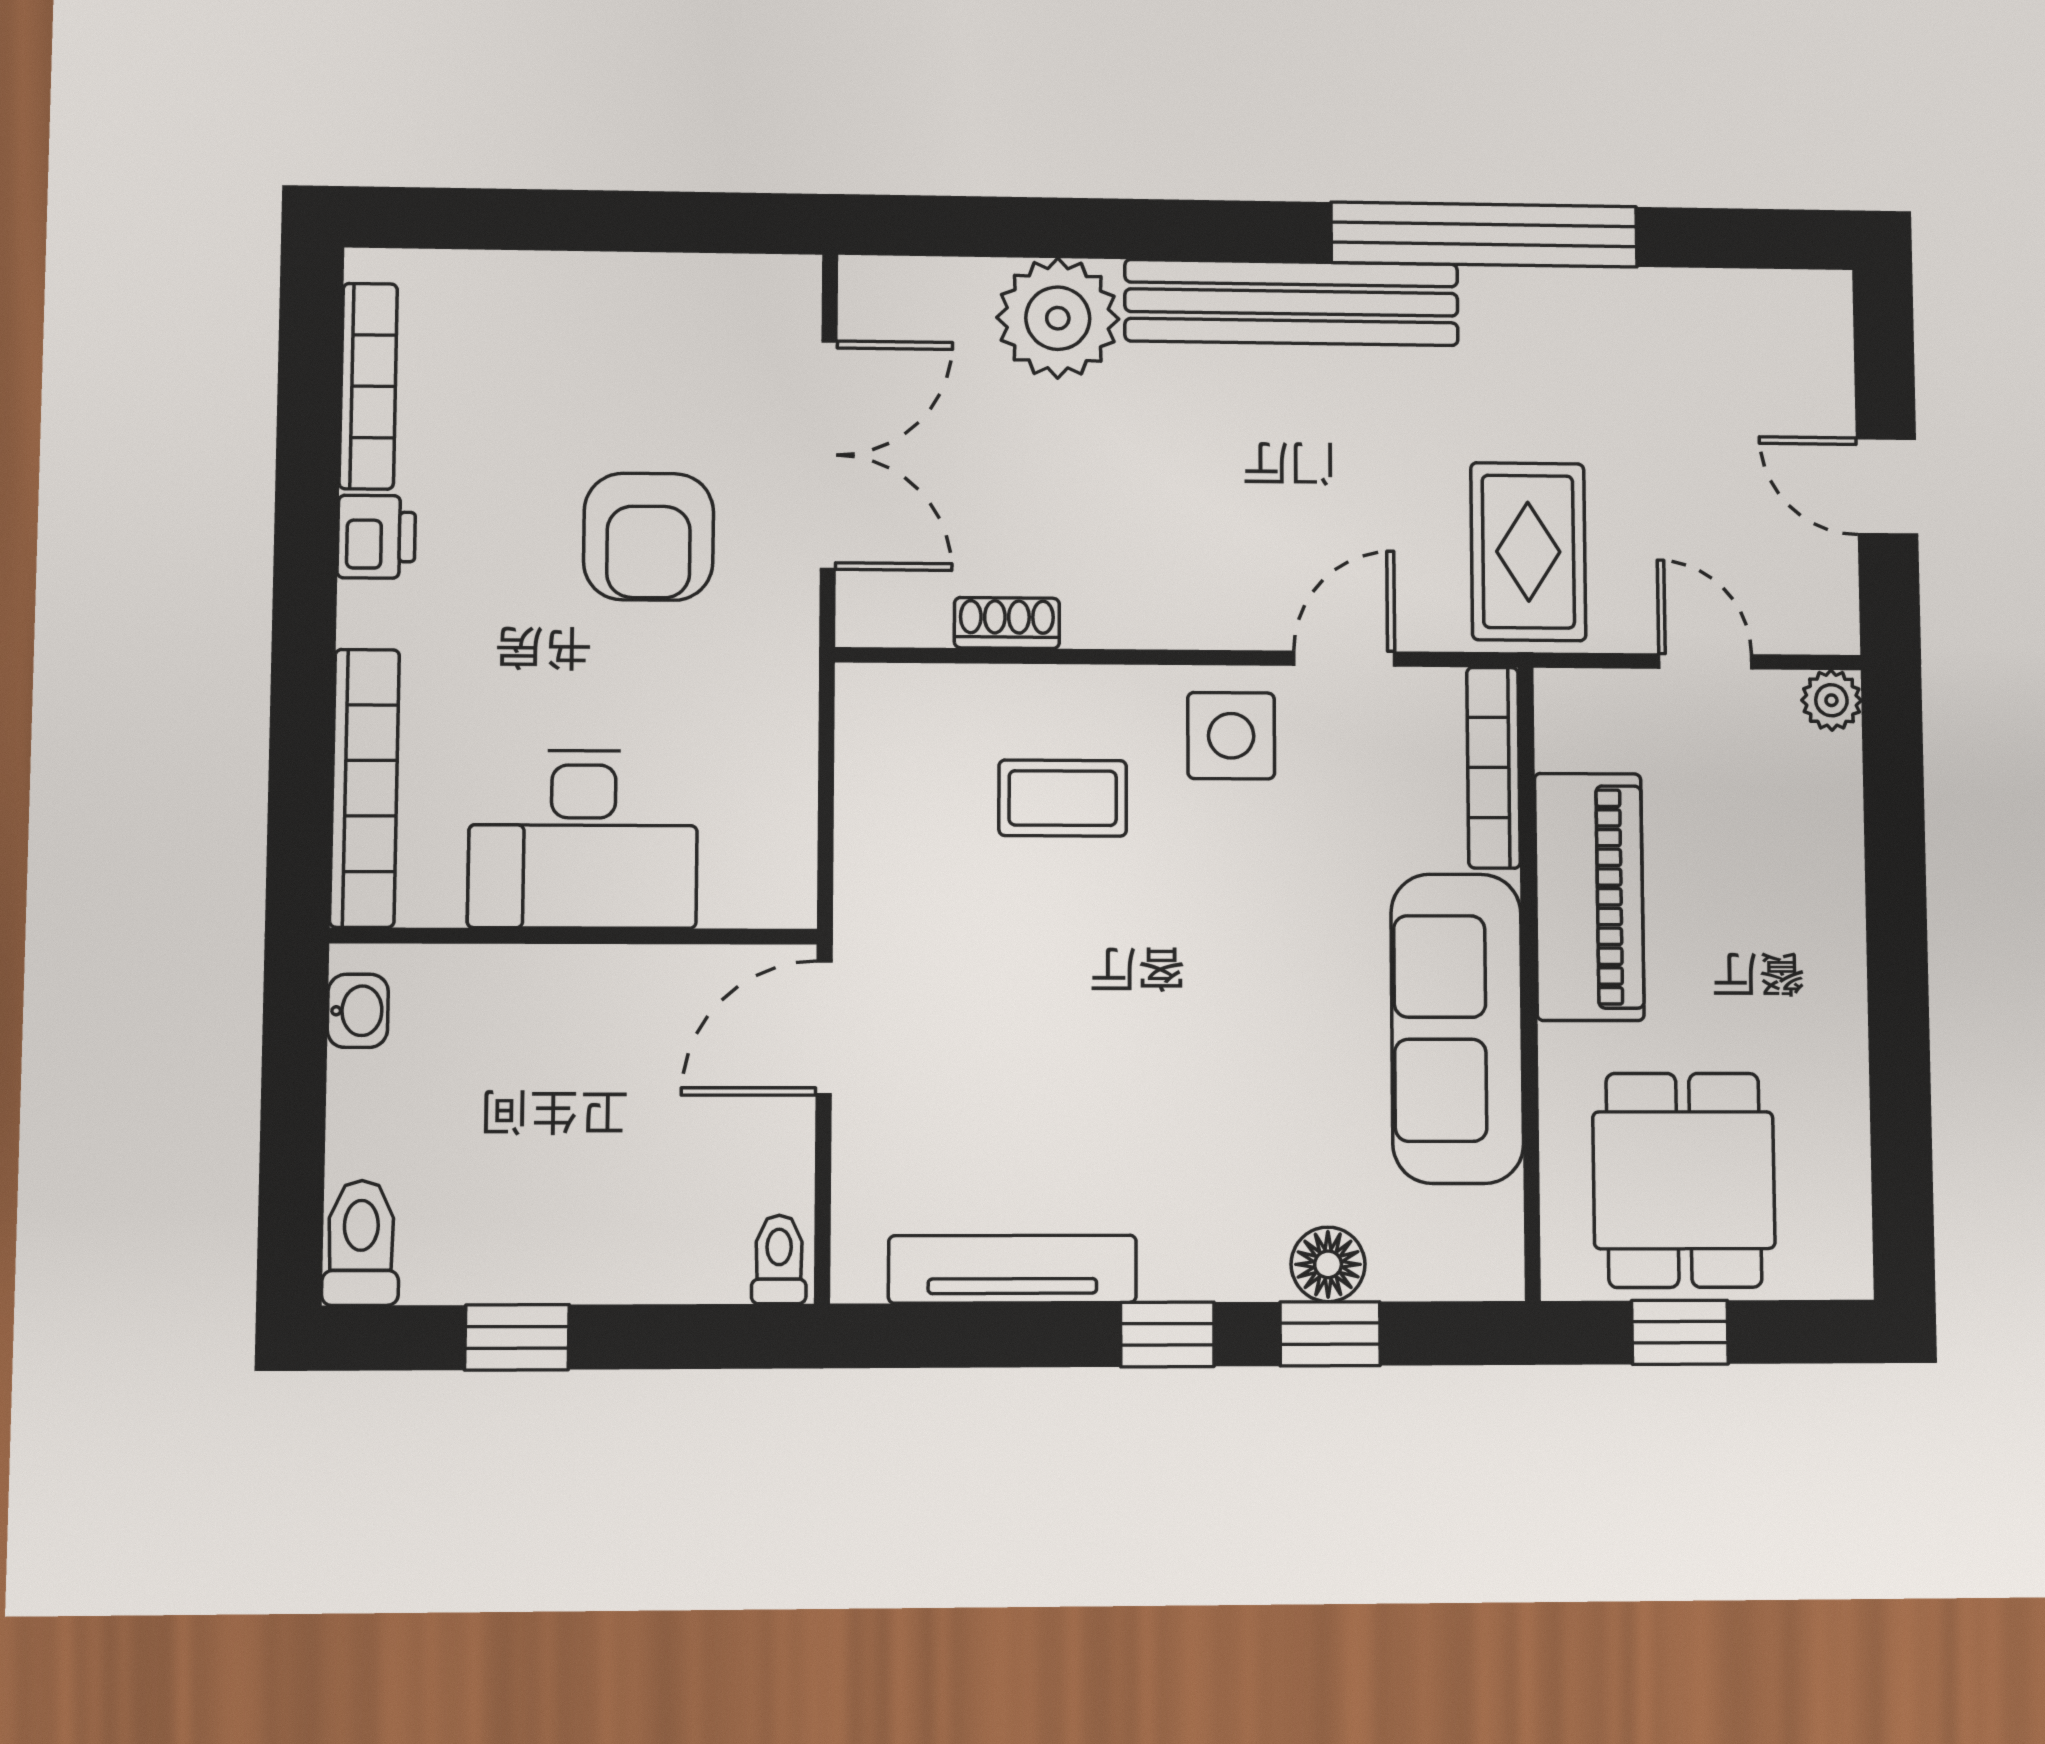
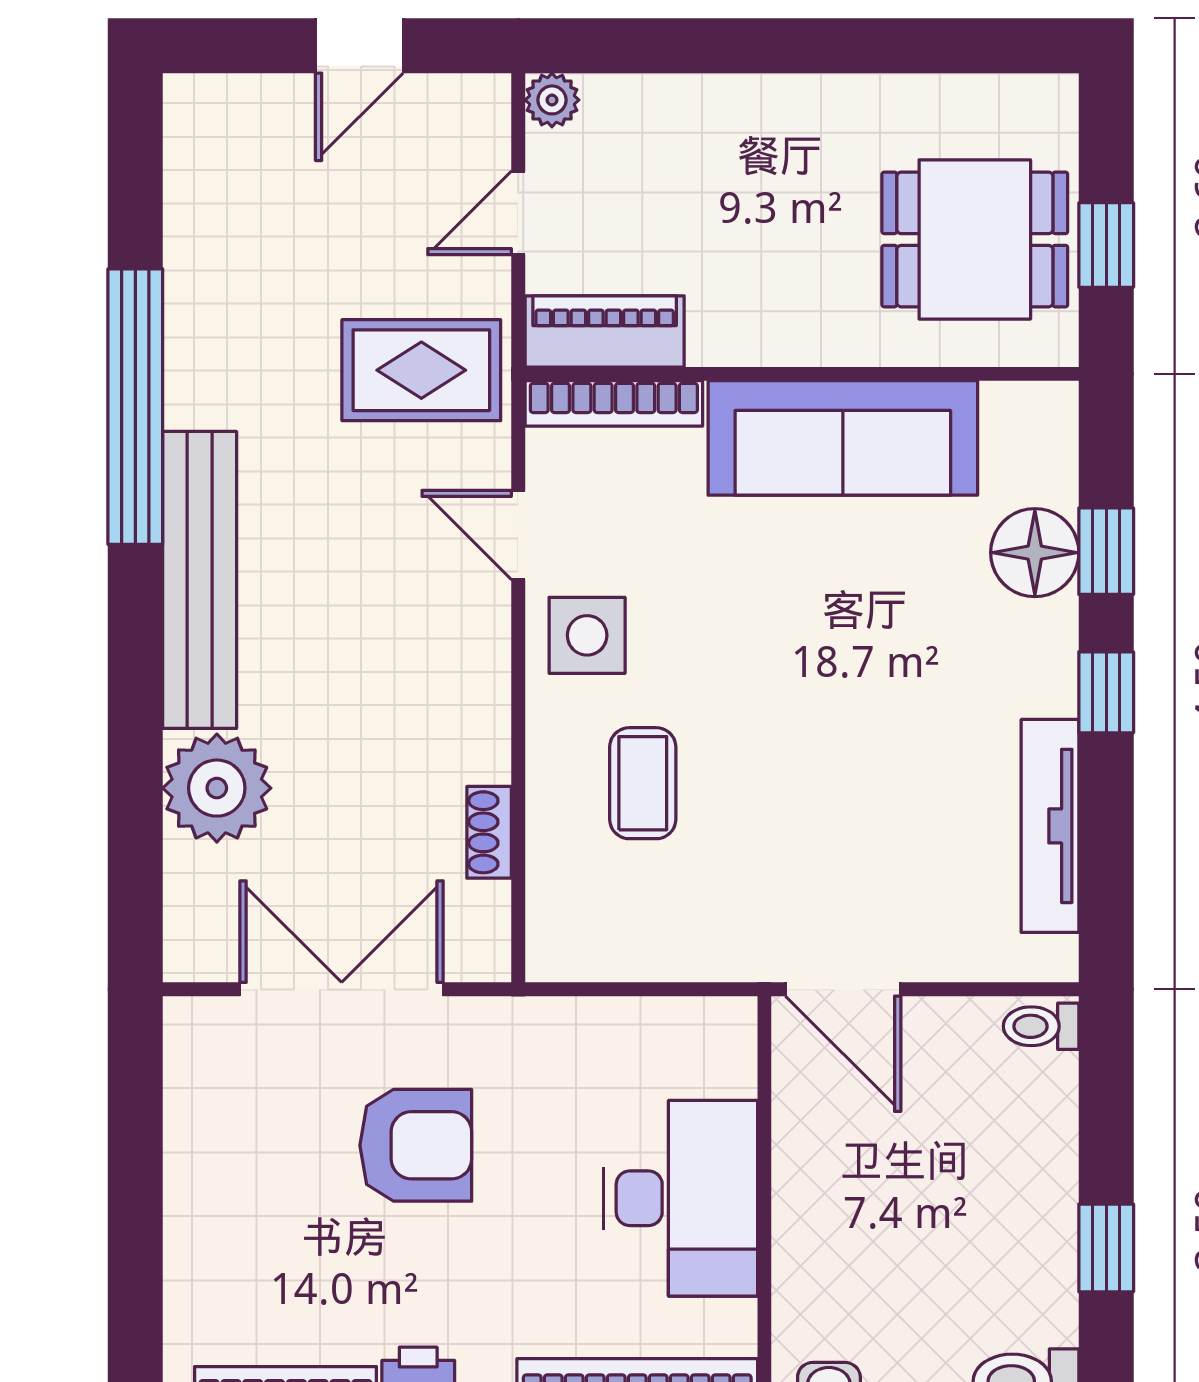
piano: (1589, 897) -> (605, 331), moved, width x0.73, depth x0.75
floor lamp: (1328, 1264) -> (1035, 553), width x1.38, depth x1.38

